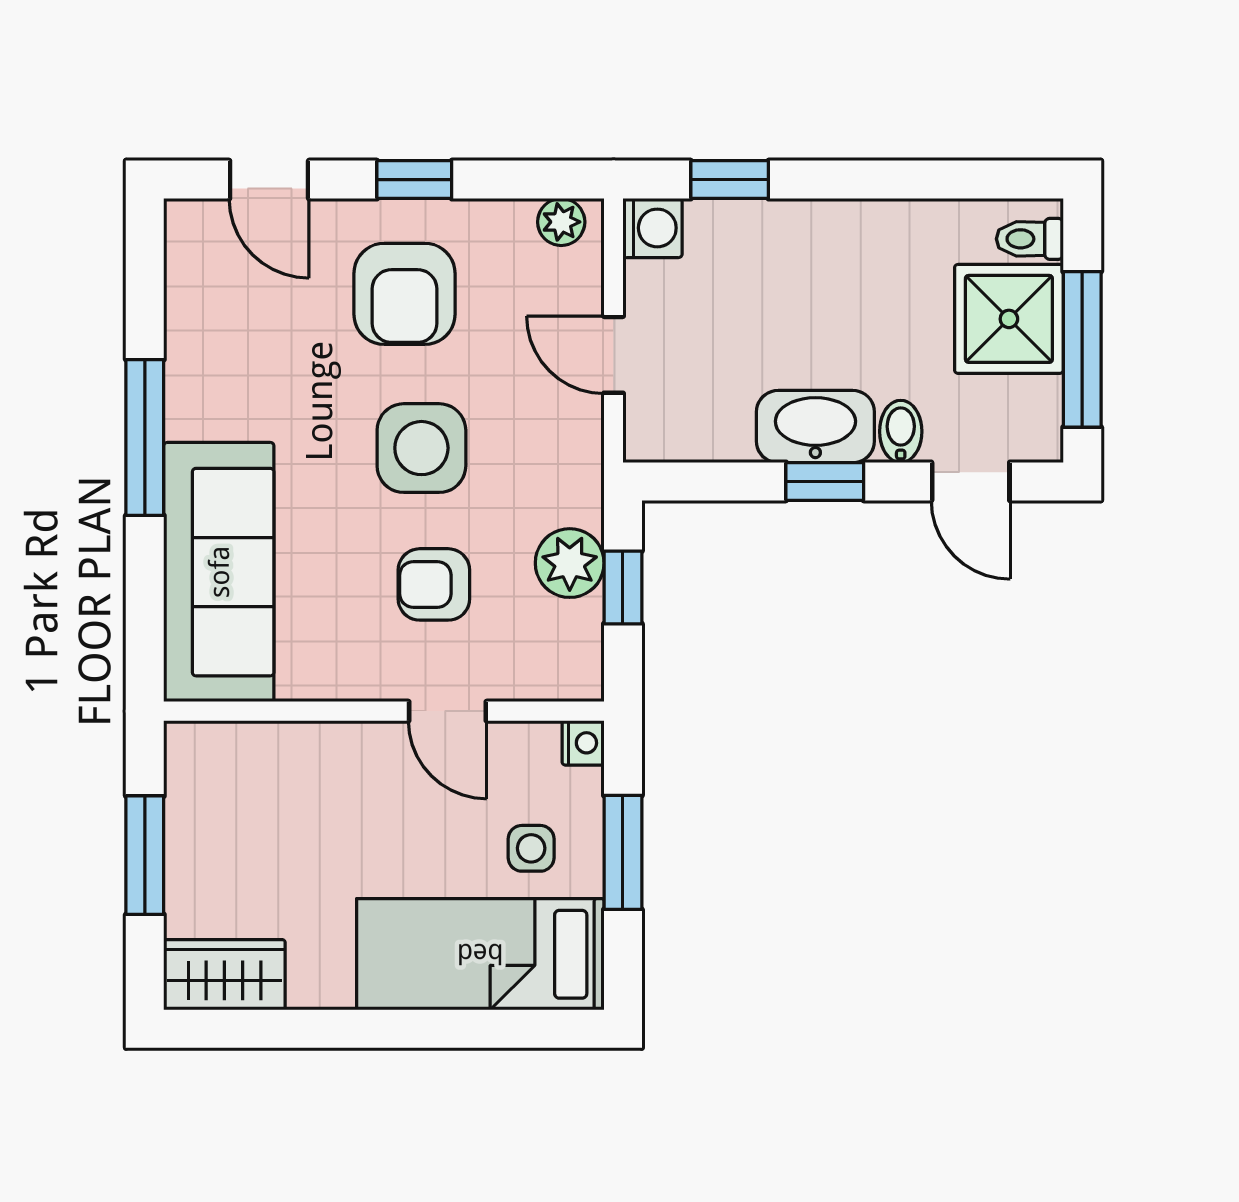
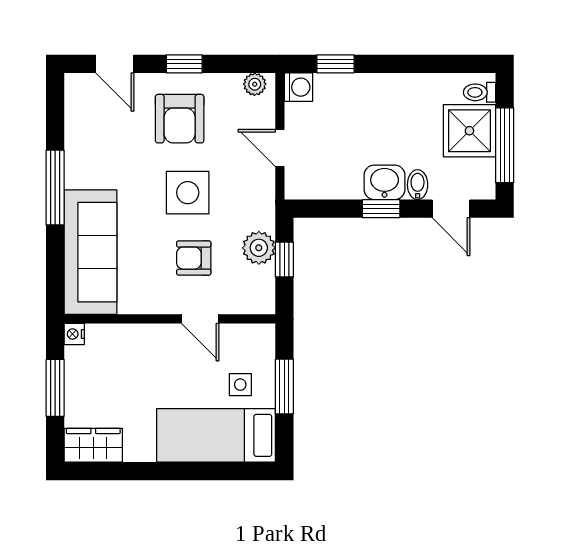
washbasin: (815, 427) -> (385, 182), width x0.72
nightstand: (583, 743) -> (74, 334), moved, turned 180

